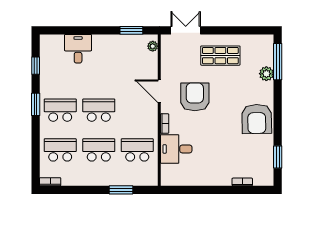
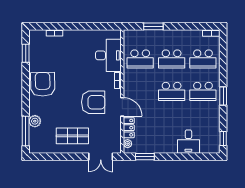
window: (36, 66) -> (223, 138), moved
locker: (151, 66) -> (129, 128), added
armchair: (195, 97) -> (93, 102), turned -90
desk: (176, 149) -> (108, 55), width x1.37

